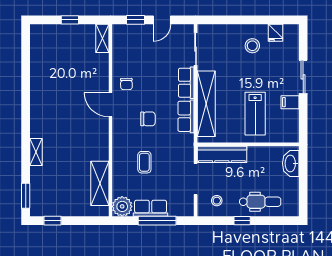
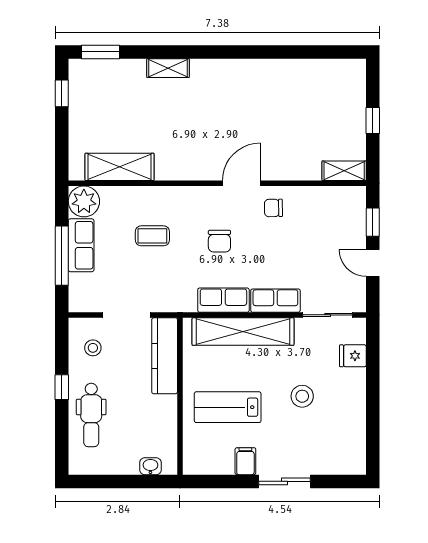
fridge: (275, 33) -> (353, 356), moved
stool: (252, 46) -> (302, 396), moved
washbasin: (291, 163) -> (150, 466), width x0.52, depth x0.69

